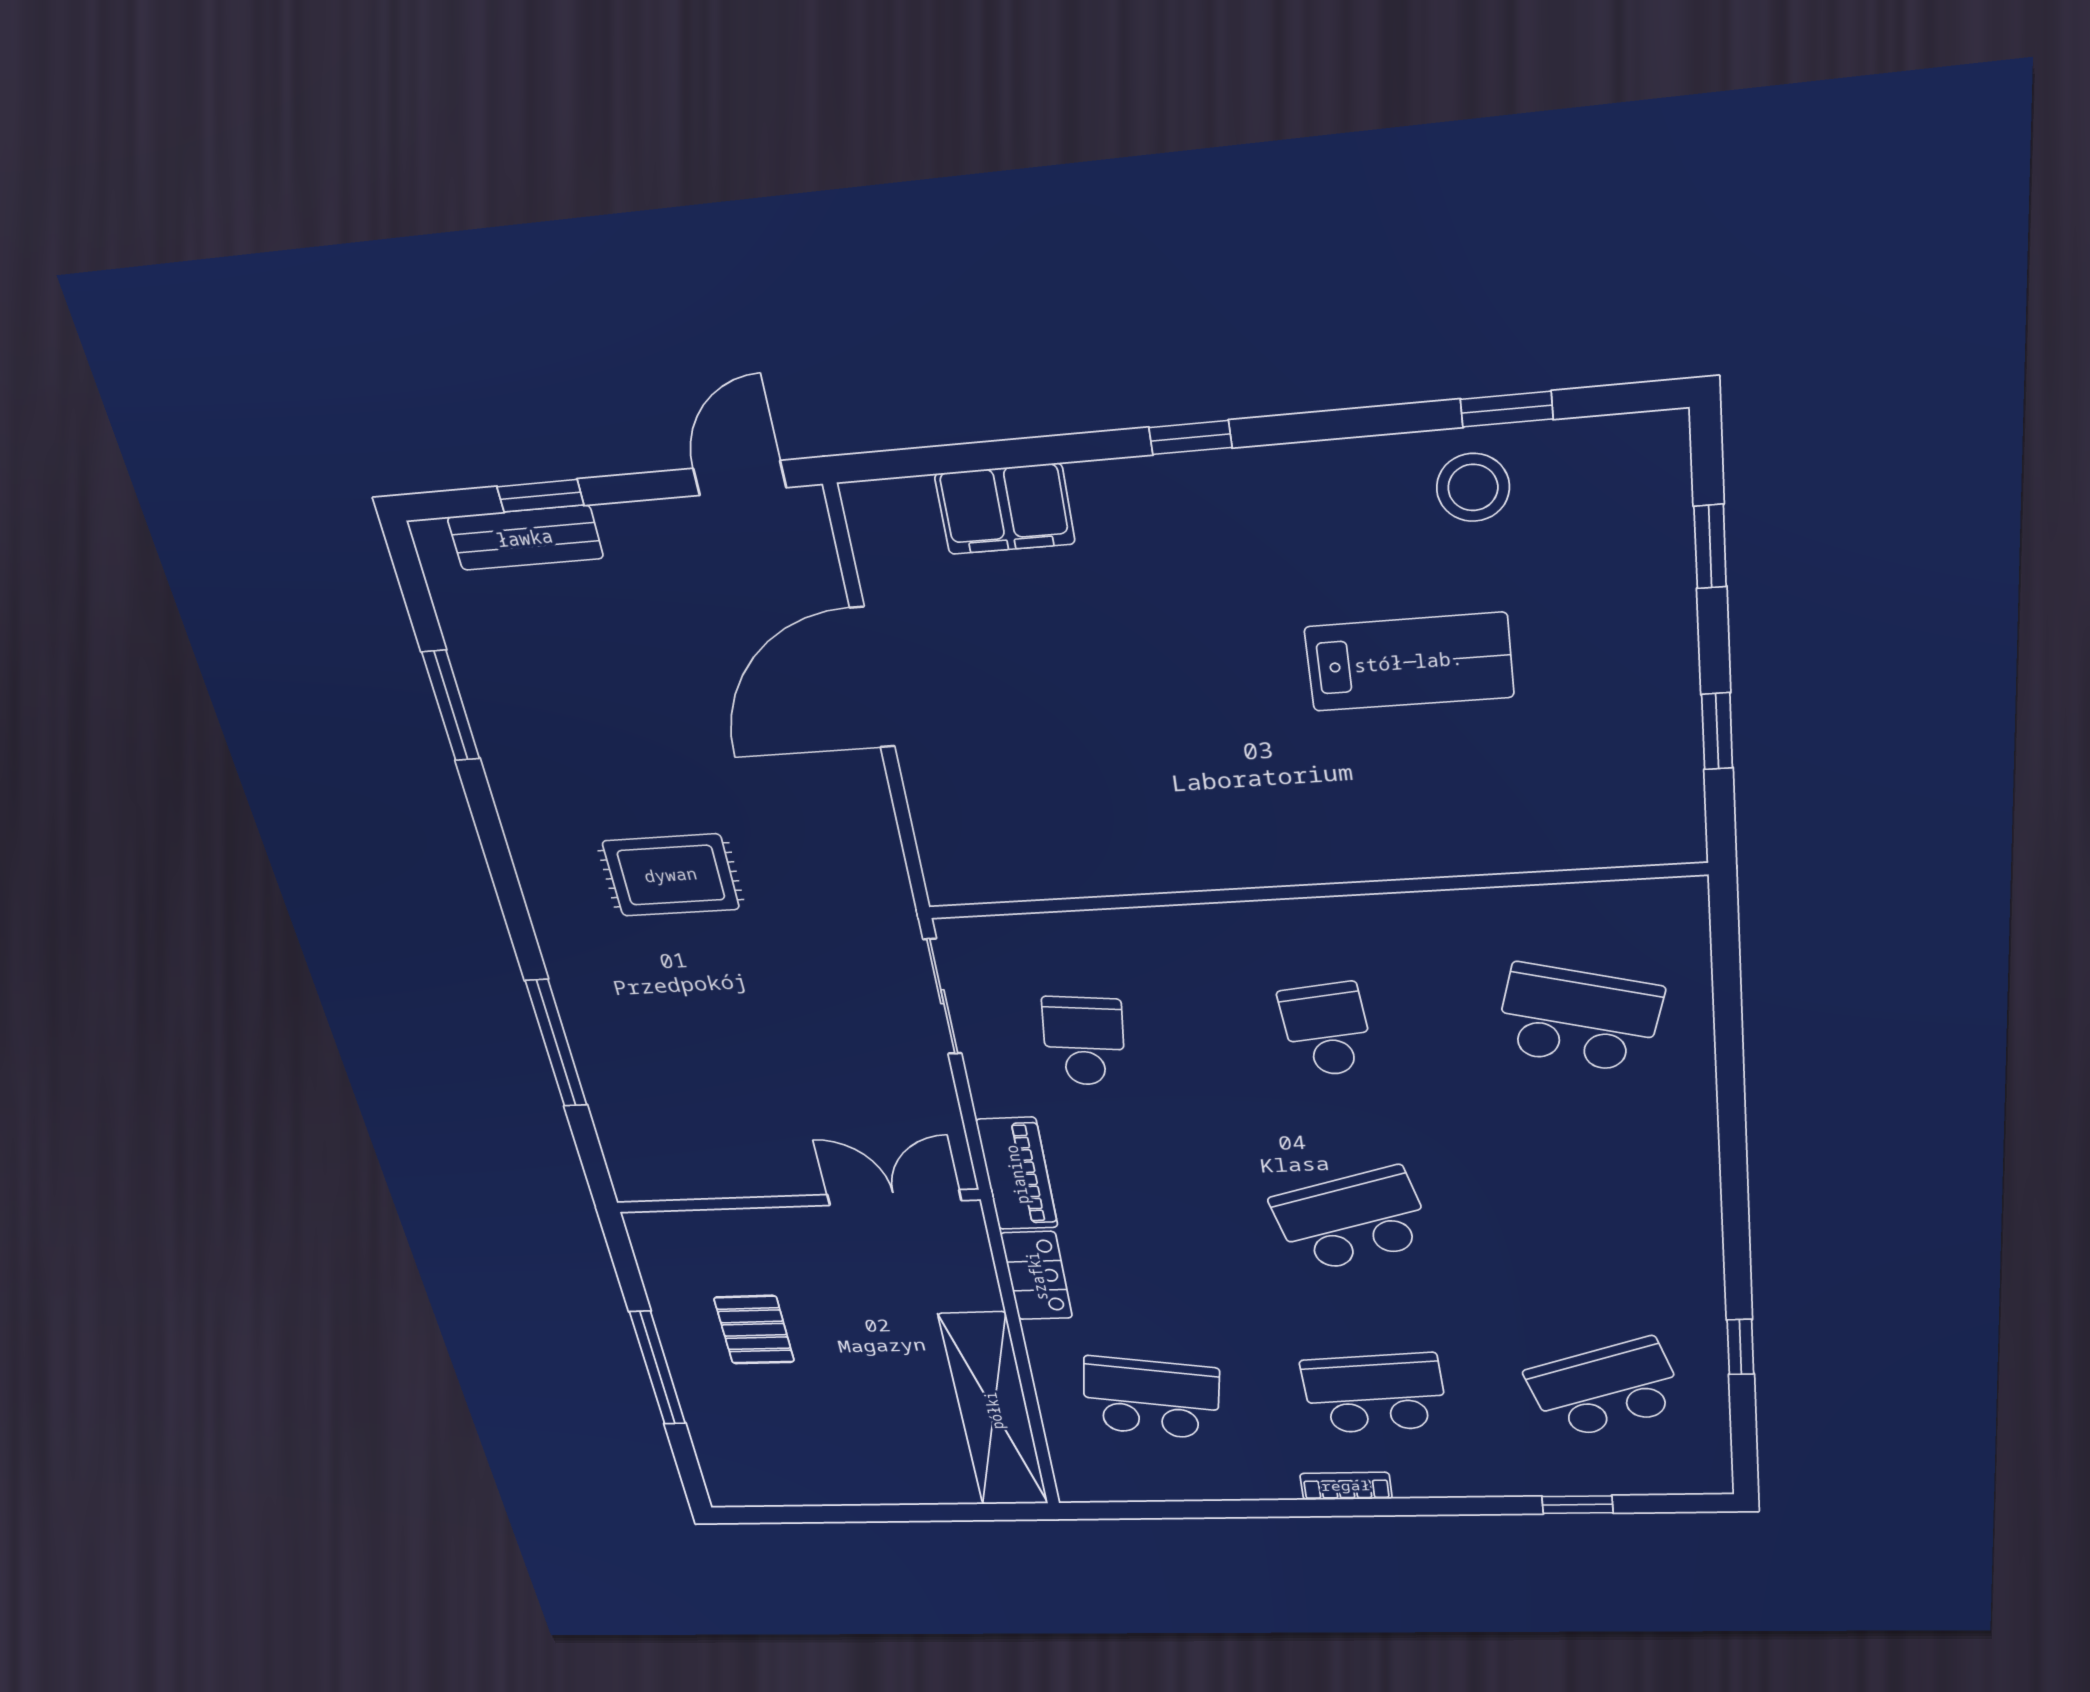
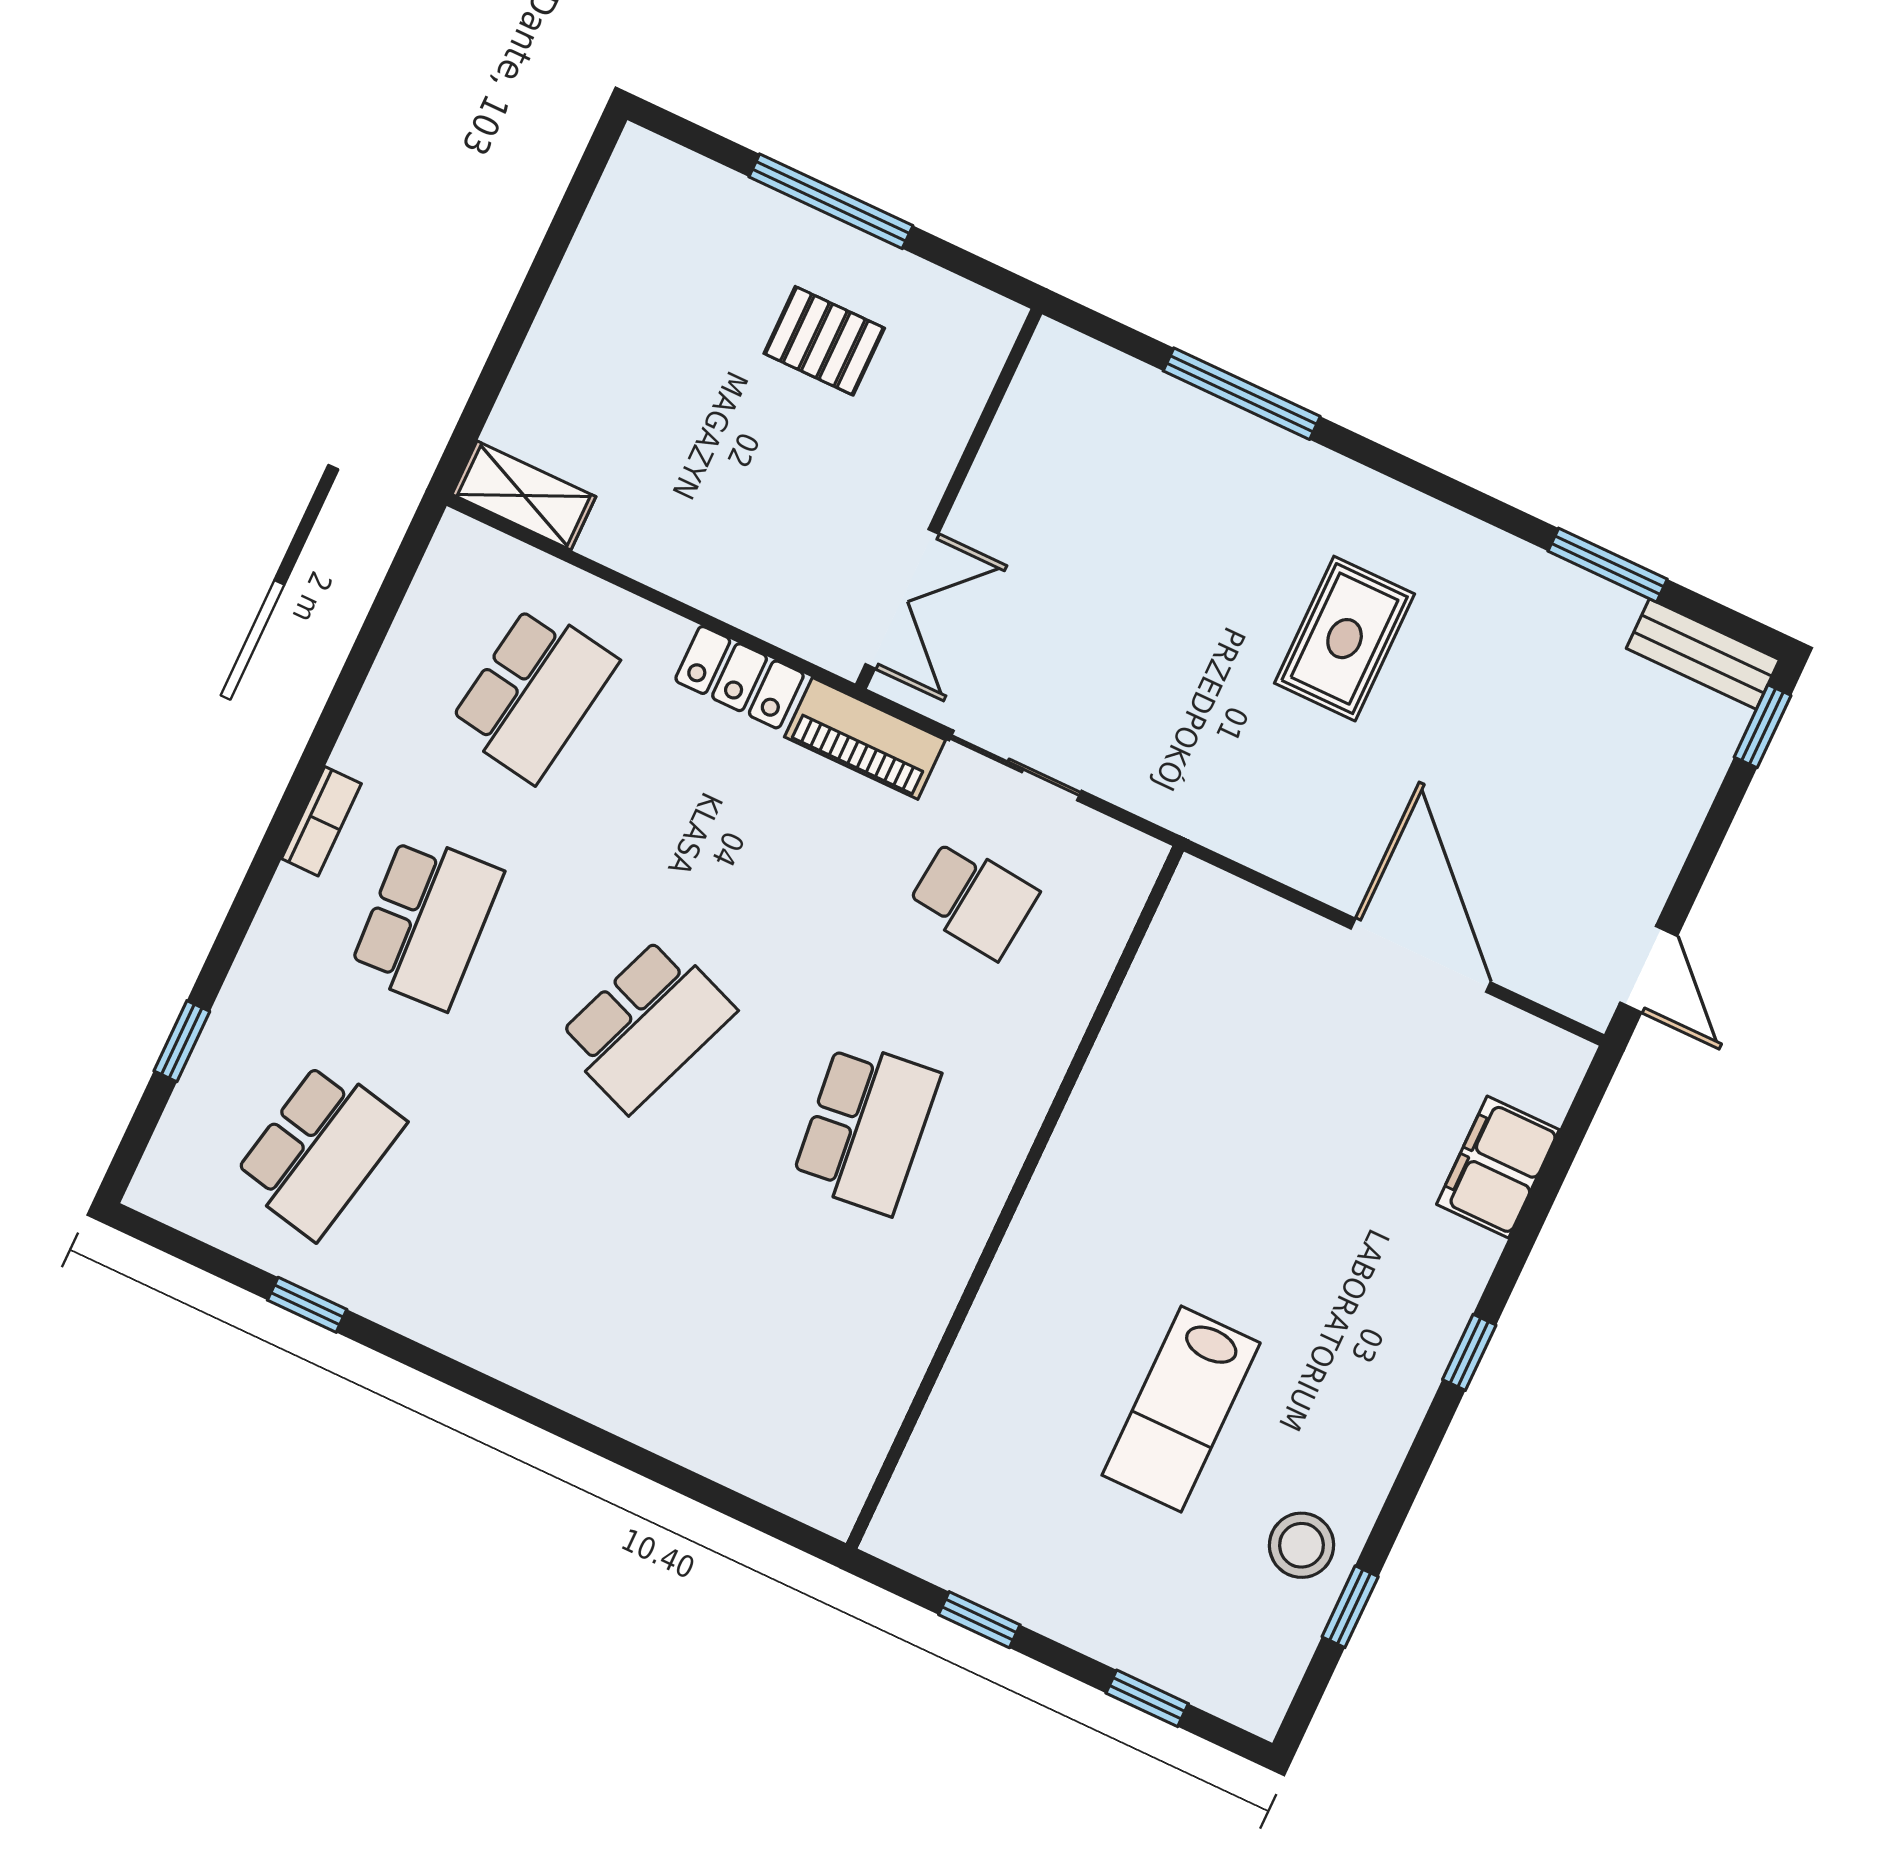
window: (540, 496) -> (1763, 726), moved
bench: (525, 538) -> (1703, 654), moved, turned 90
sliding door: (942, 997) -> (1015, 765), moved
school desk: (1579, 1018) -> (759, 1356), removed
school desk: (1327, 1030) -> (866, 1128), width x1.85
school desk: (1352, 1220) -> (646, 1025), turned 36
school desk: (1605, 1389) -> (319, 1150), turned 30
shelving: (994, 1410) -> (524, 496), width x0.45, depth x0.75

